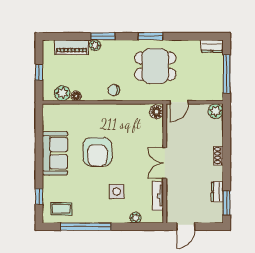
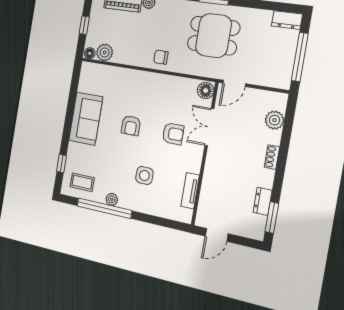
floor lamp: (76, 96) -> (90, 53), moved
plant: (216, 111) -> (274, 120), moved
armchair: (97, 152) -> (131, 126), width x0.53, depth x0.53
armchair: (135, 152) -> (173, 134), added
double door: (165, 163) -> (209, 127), moved
plant: (136, 218) -> (112, 199), moved

